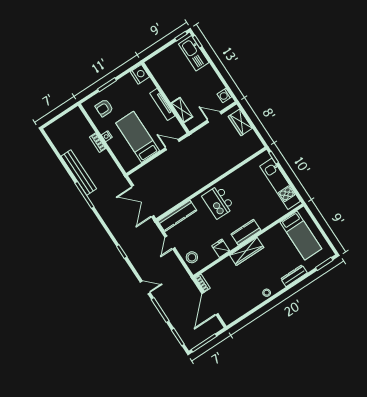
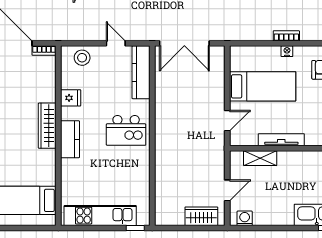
double door: (143, 201) -> (184, 43), swing flipped
kitchen island: (218, 202) -> (126, 130), turned 180

